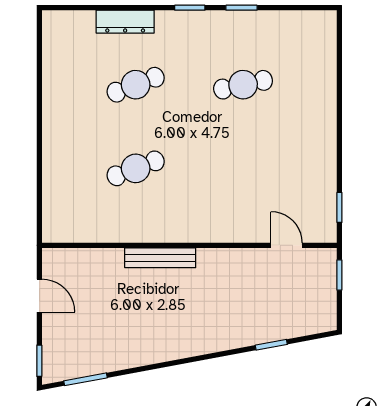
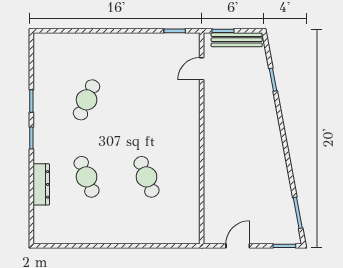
cafe table: (243, 85) -> (87, 100), turned 36
bench: (160, 258) -> (237, 40), moved, turned 90

